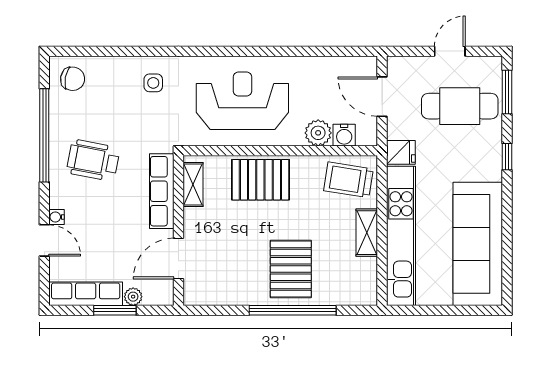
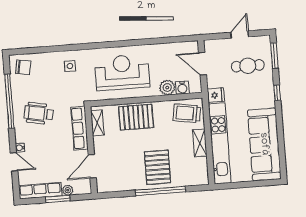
cafe table: (460, 106) -> (248, 66), width x0.73, depth x0.74

